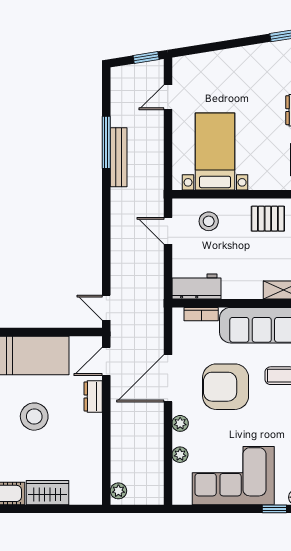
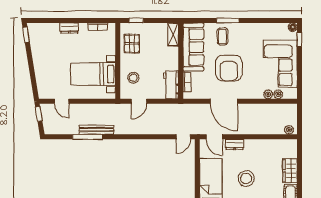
plant: (180, 423) -> (278, 94), moved

